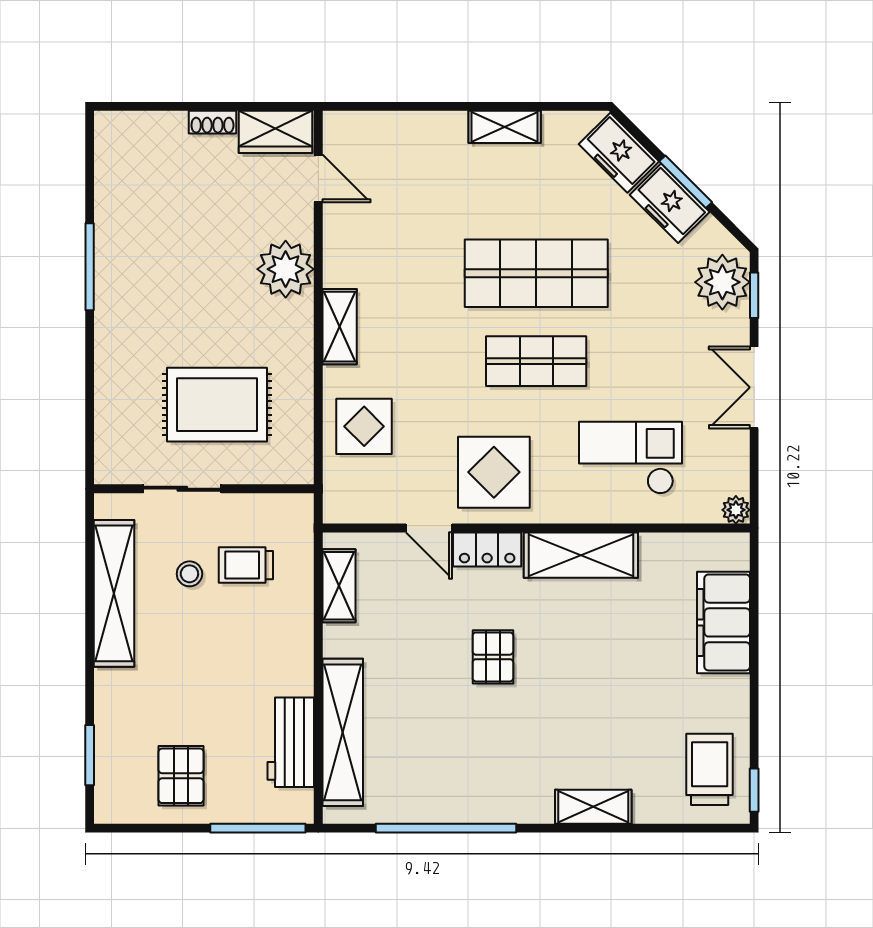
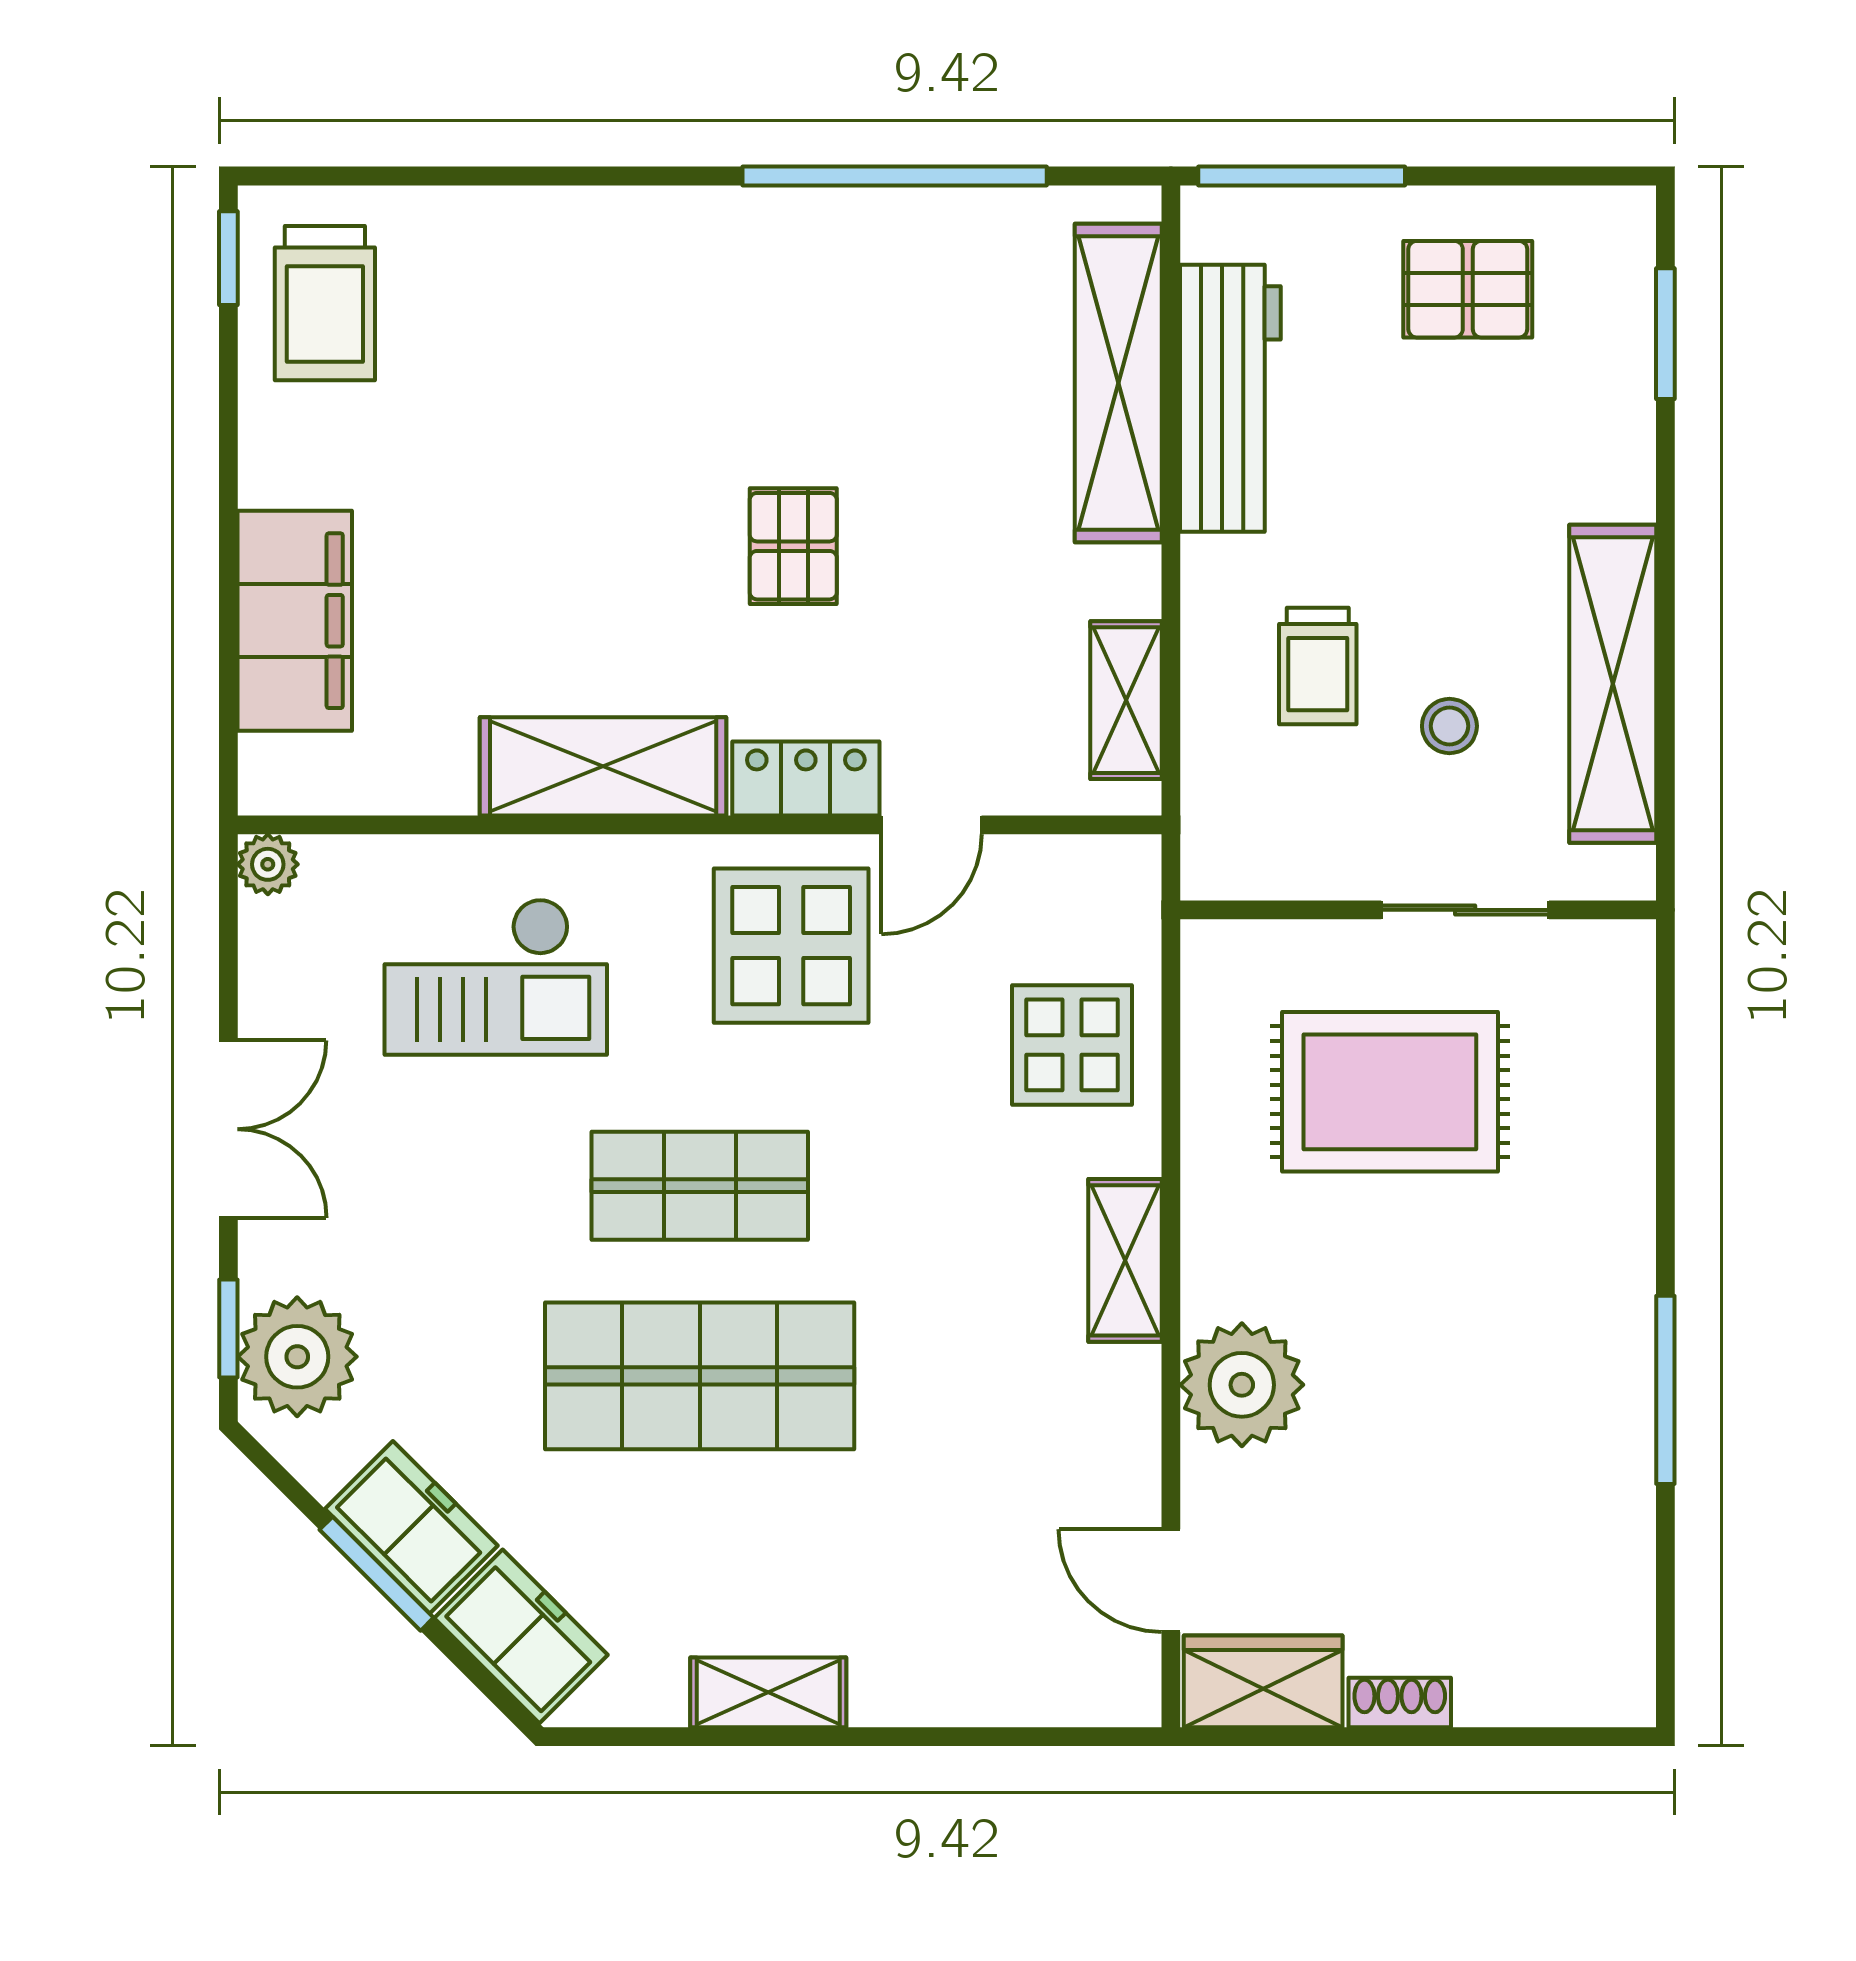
door: (429, 528) -> (931, 825), swing flipped
trolley: (246, 565) -> (1318, 666), moved, turned 90
workbench: (291, 742) -> (1230, 398), width x1.37
pallet: (181, 776) -> (1468, 289), turned 90
shelving: (593, 807) -> (576, 222), removed

